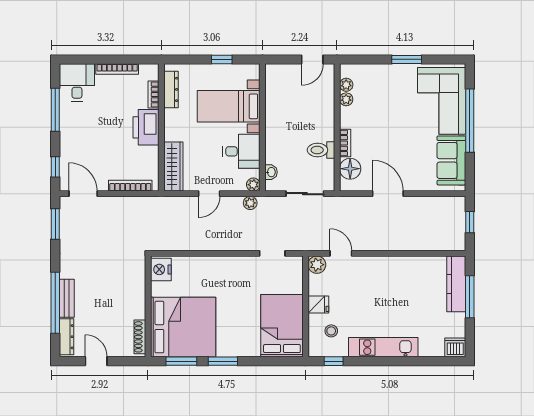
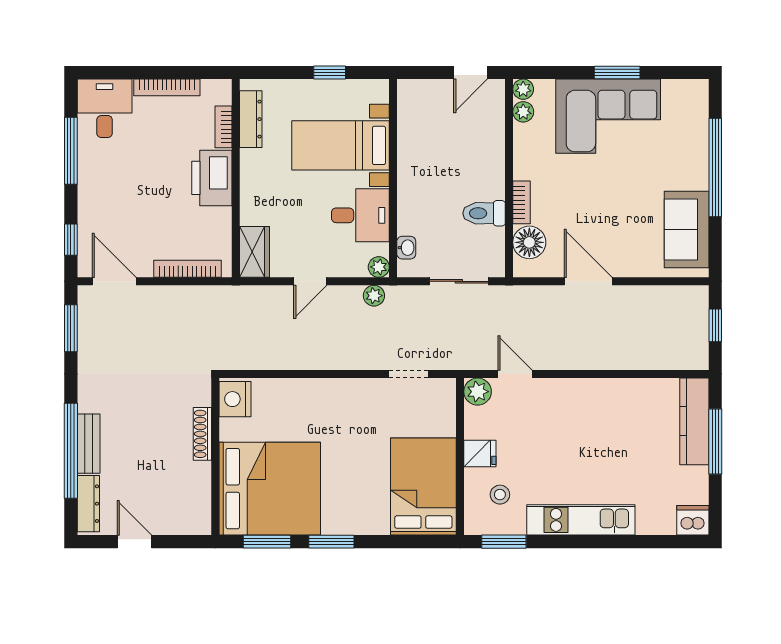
plant: (346, 99) -> (523, 89), moved
corner sofa: (442, 101) -> (608, 116), moved, turned -90
wardrobe: (173, 167) -> (255, 252), width x0.67
shoe rack: (140, 337) -> (202, 434), moved
window: (334, 361) -> (504, 542), width x1.50

